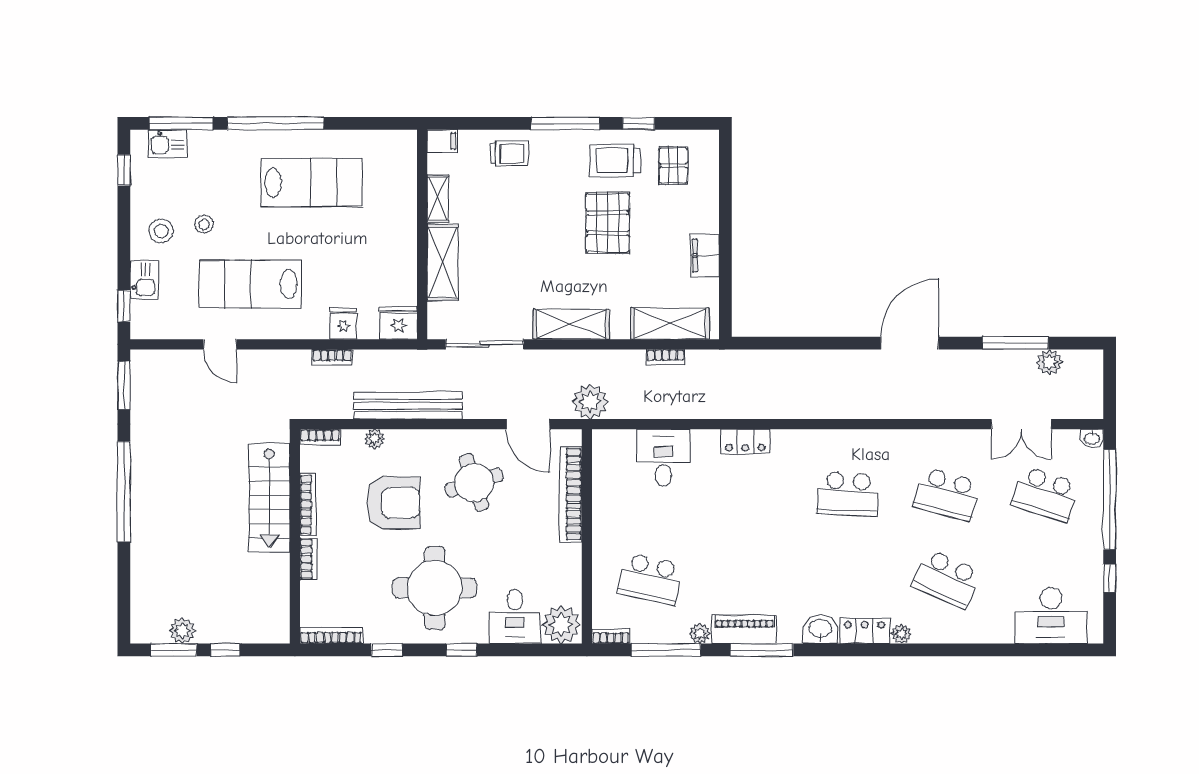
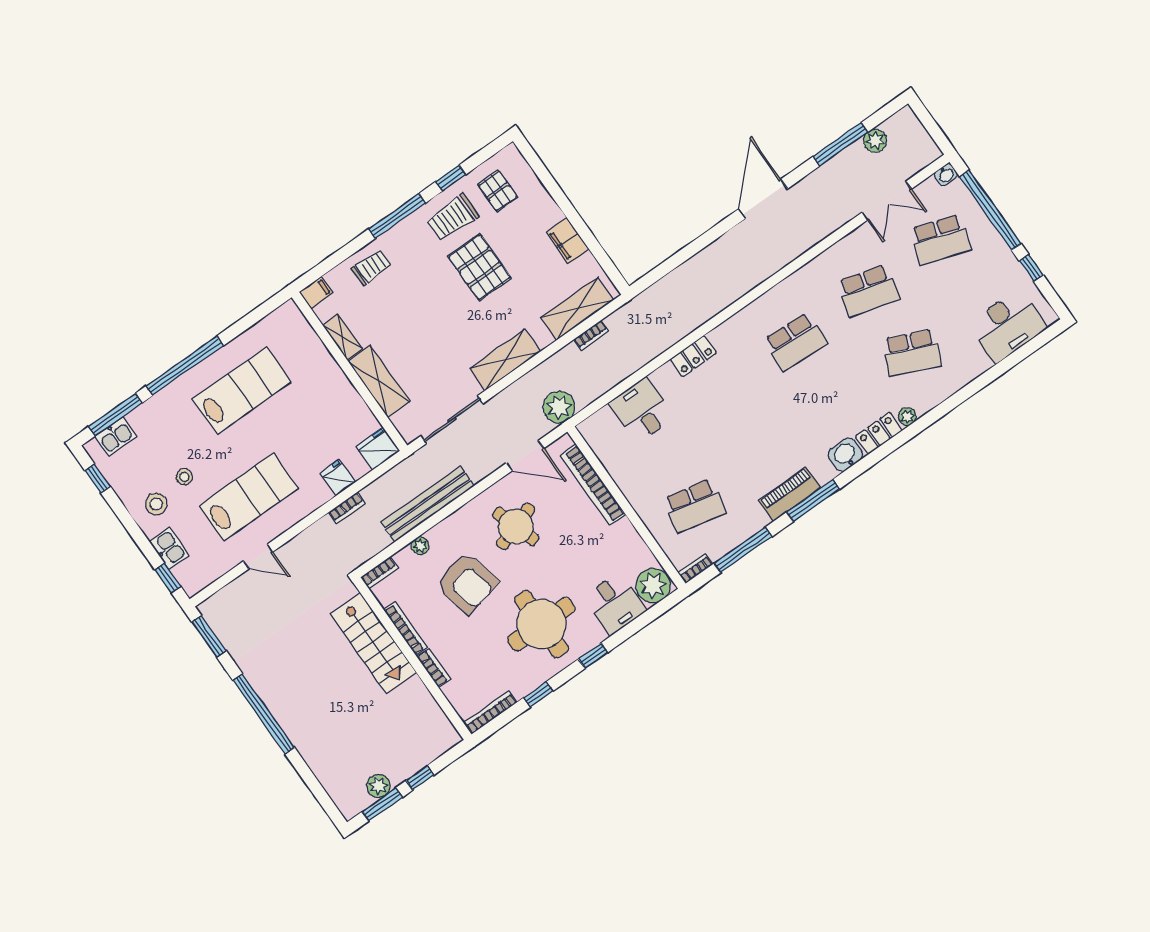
lab bench: (250, 284) -> (249, 497), turned 180
armchair: (393, 503) -> (467, 583), turned 77
plant: (700, 634) -> (759, 520), removed

